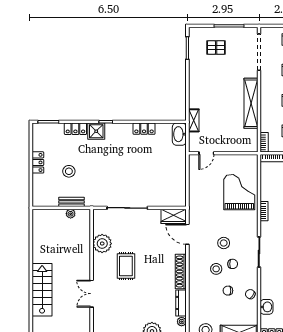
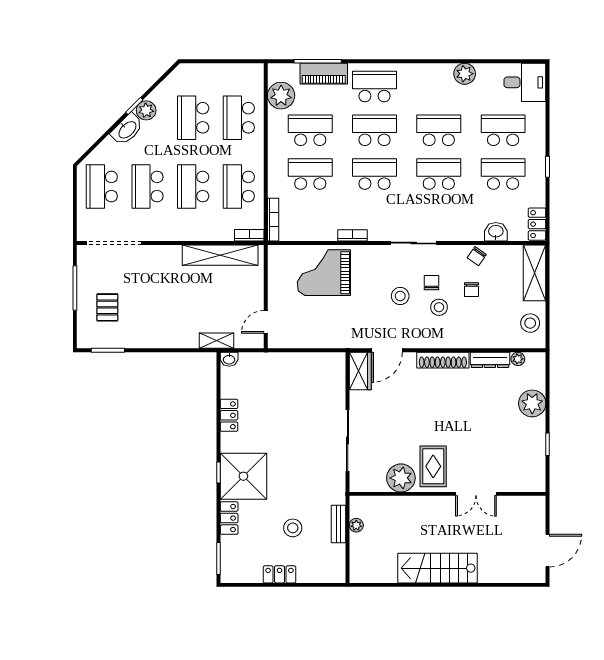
shelving: (251, 103) -> (220, 255), moved
shower: (96, 131) -> (243, 476), width x1.86, depth x1.86
washbasin: (179, 134) -> (229, 359), width x0.52, depth x0.69
door: (206, 153) -> (266, 322), swing flipped
rug: (126, 266) -> (433, 466), moved, turned 90
stairs: (42, 290) -> (438, 568), moved

